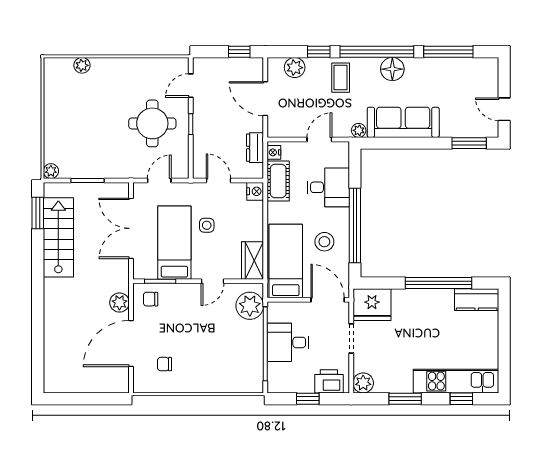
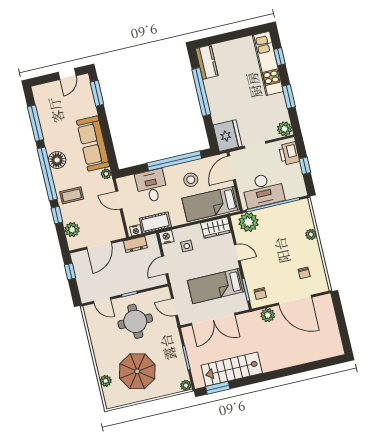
parasol: (85, 111) -> (137, 371), added
side table: (207, 225) -> (187, 246), moved
desk: (288, 342) -> (263, 190), width x1.37
plant: (214, 385) -> (311, 234), added

